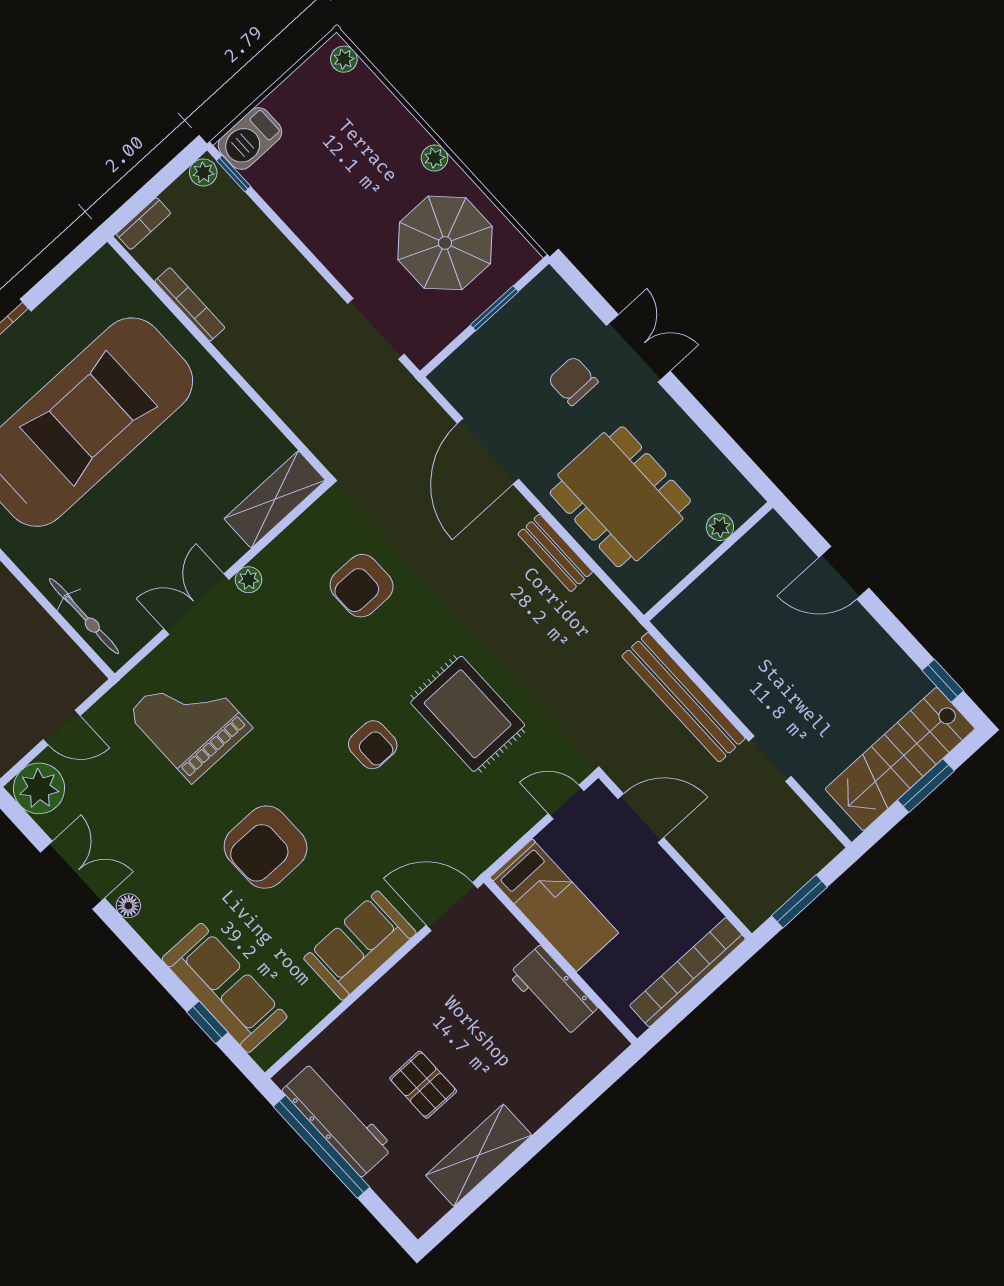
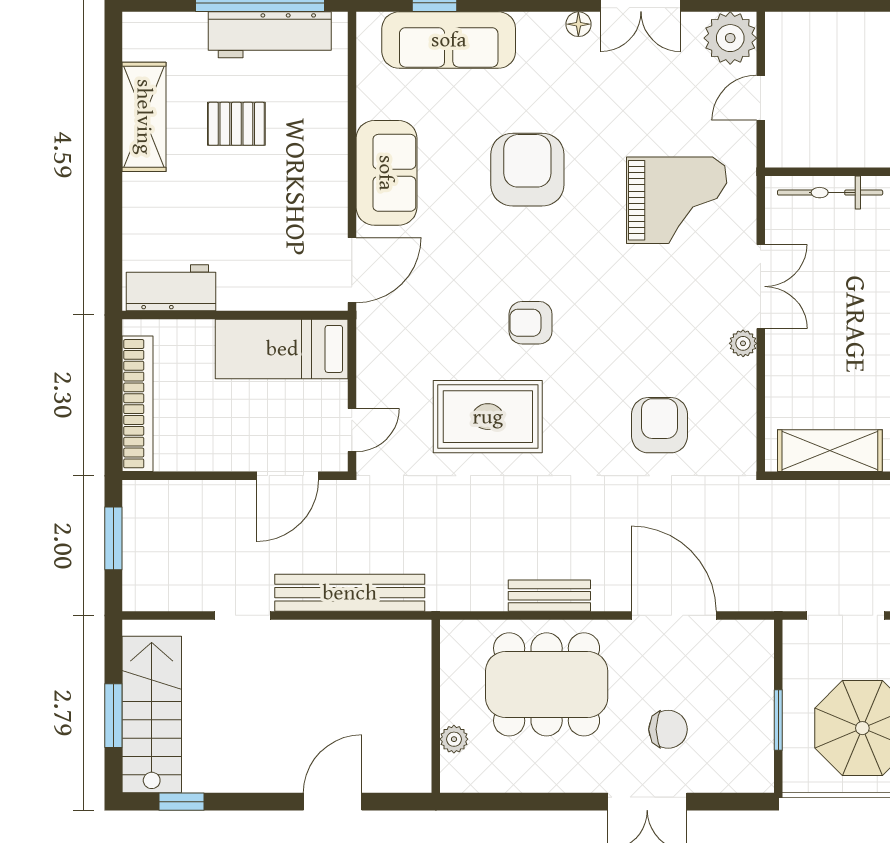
shelving: (275, 499) -> (830, 451), moved, turned 90
workbench: (553, 991) -> (171, 288), moved

